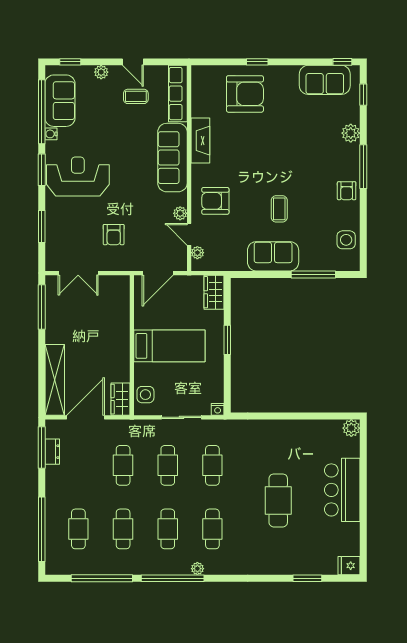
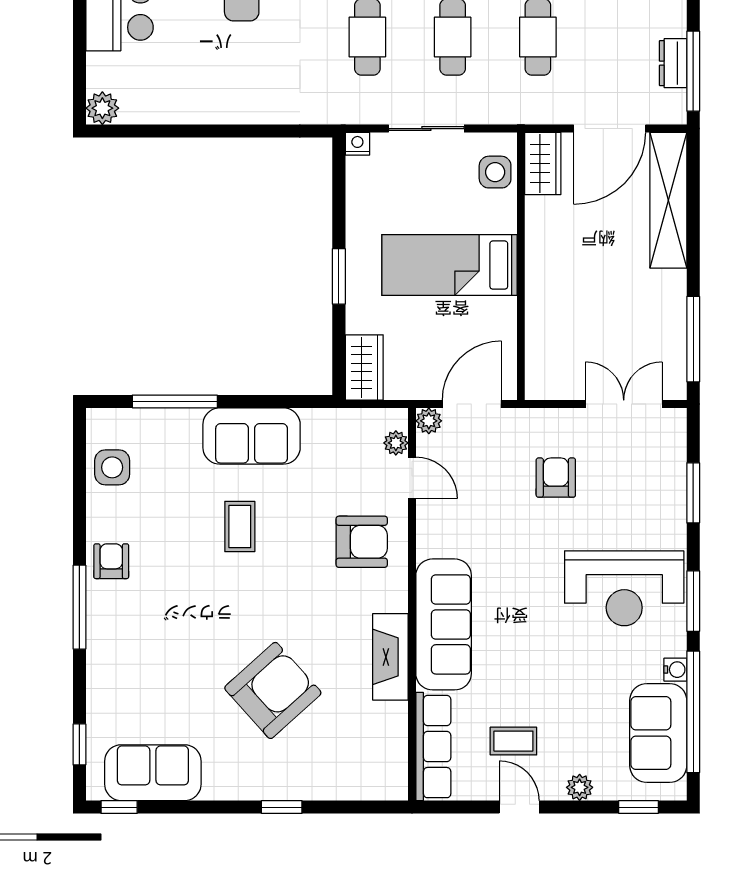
armchair: (245, 94) -> (273, 690), moved, turned 138
plant: (351, 133) -> (103, 671), removed
plant: (180, 213) -> (429, 421), moved

